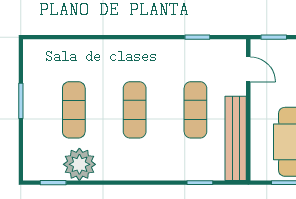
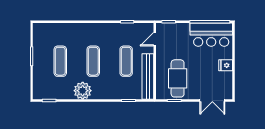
door: (248, 69) -> (155, 39), swing flipped
plant: (79, 164) -> (83, 91), moved

